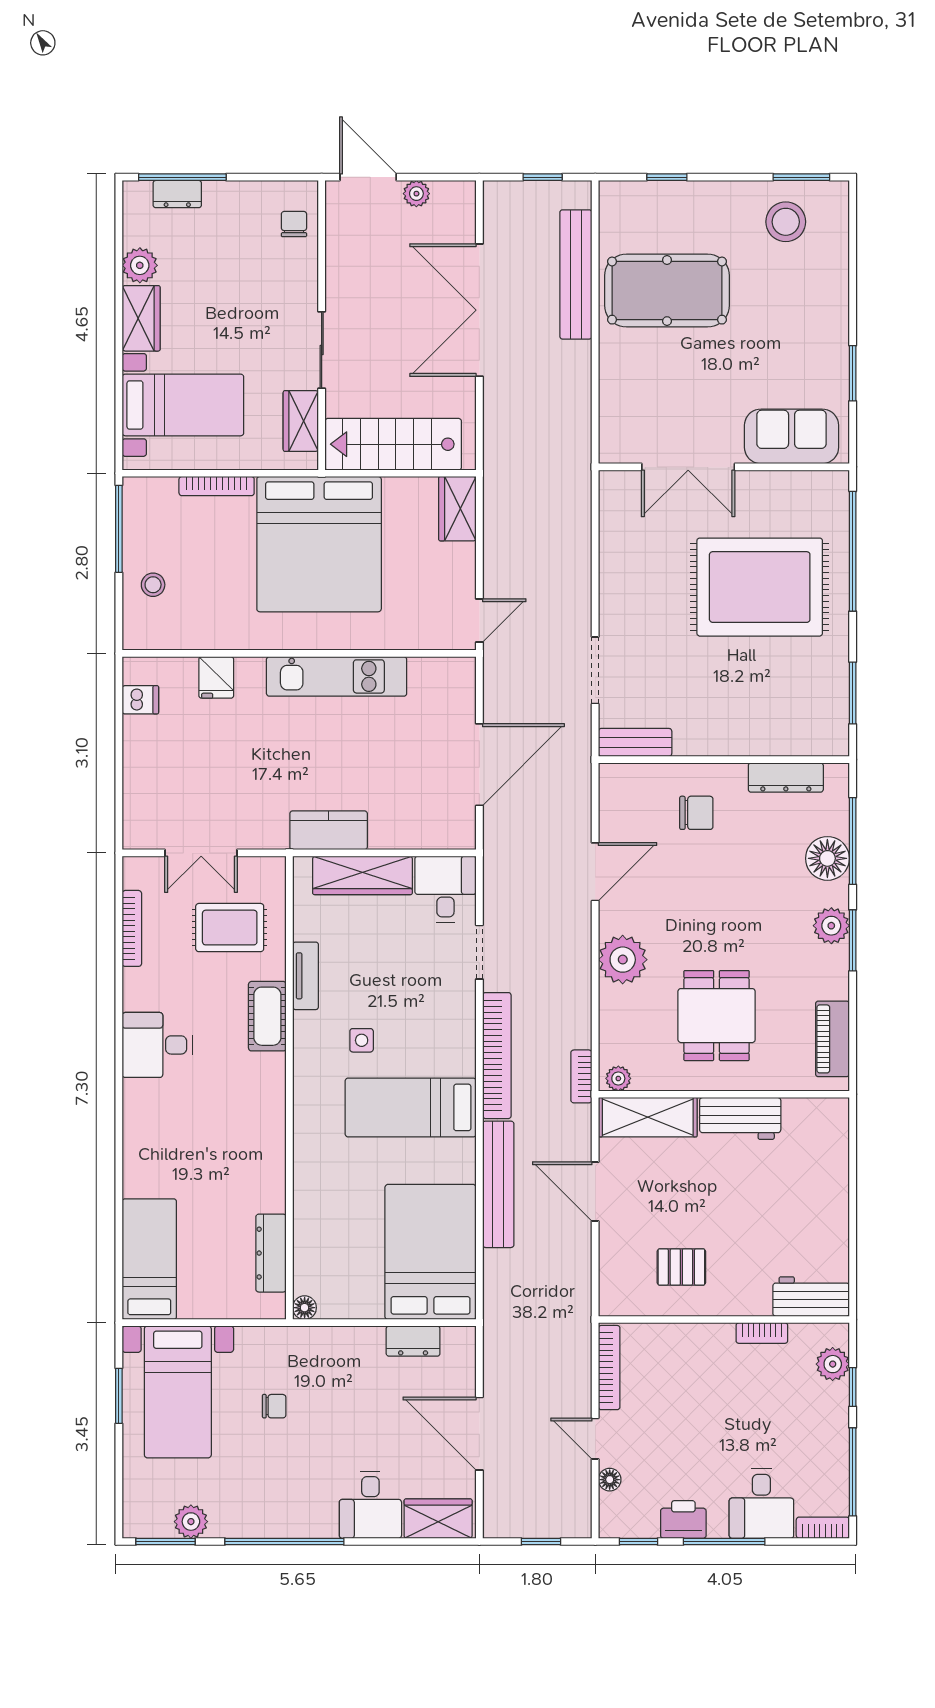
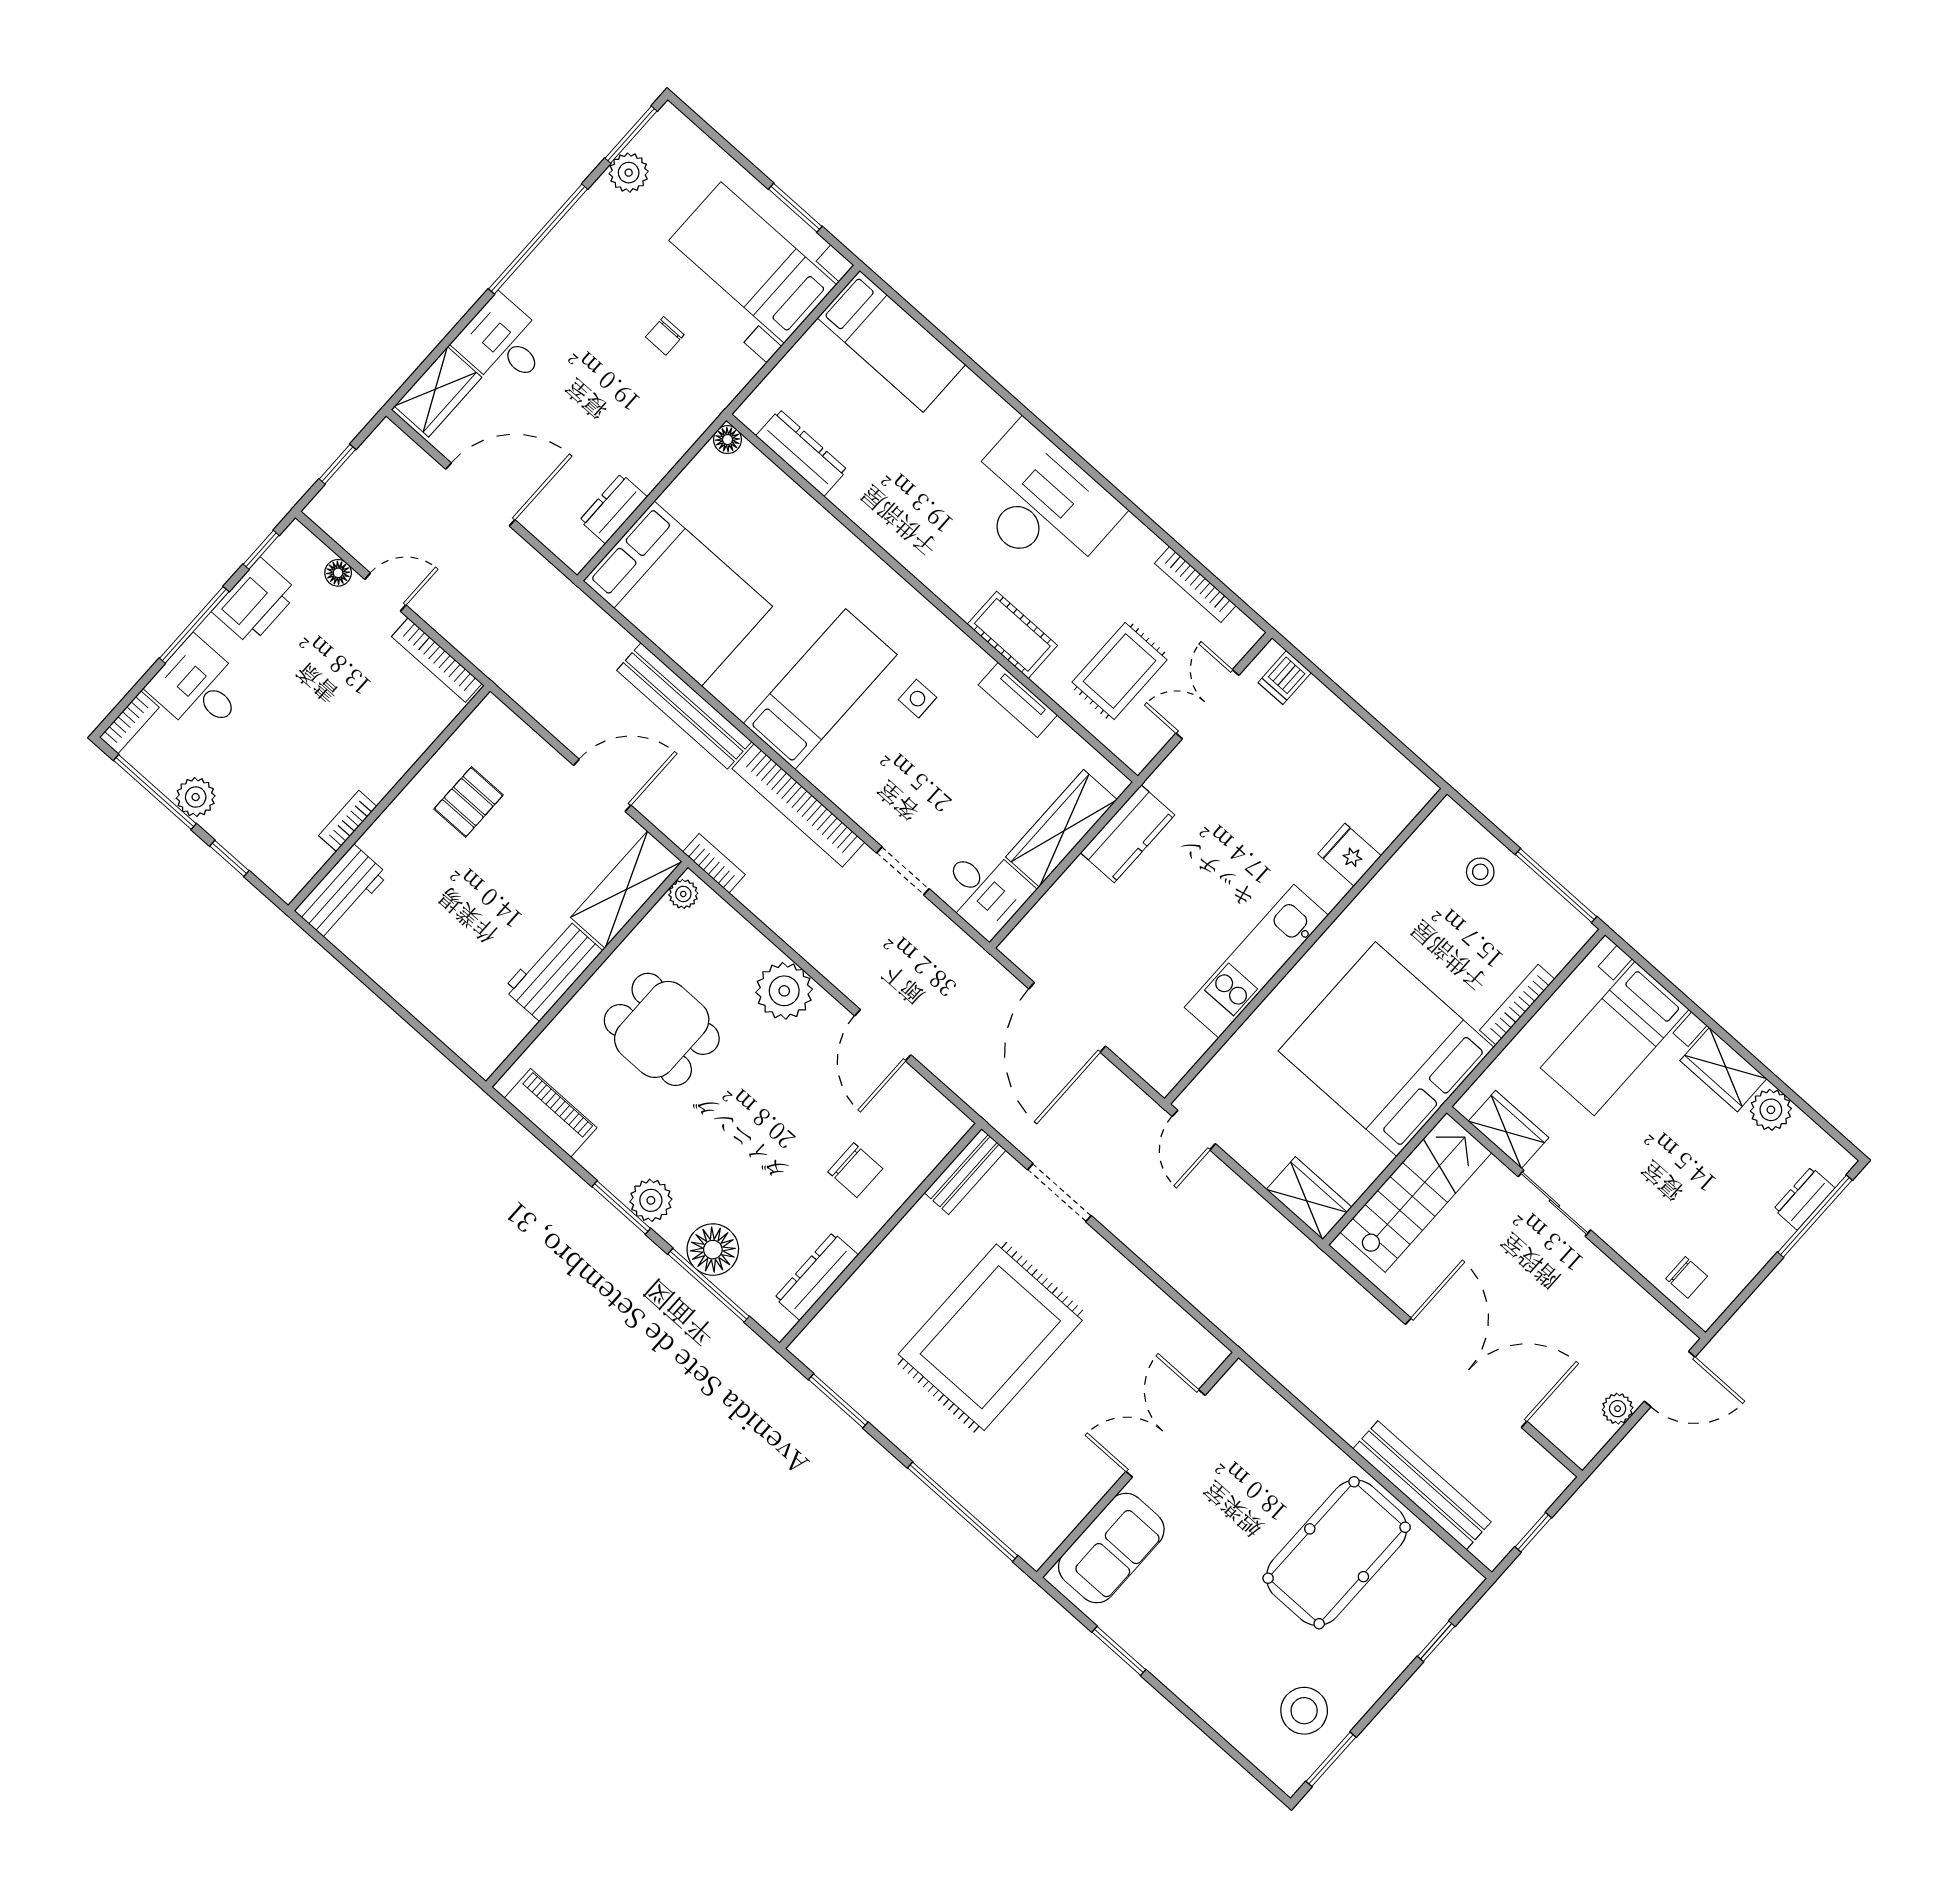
rug: (760, 587) -> (990, 1337), moved
dishwasher: (140, 700) -> (1285, 678), moved
chair: (696, 813) -> (855, 1170), turned -90
desk: (157, 1045) -> (1040, 503), width x1.87, depth x1.30
plant: (833, 1364) -> (196, 797), moved
printer: (683, 1519) -> (255, 602), width x1.37, depth x1.19

